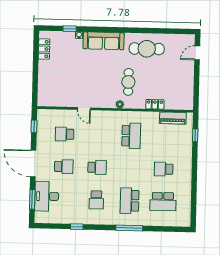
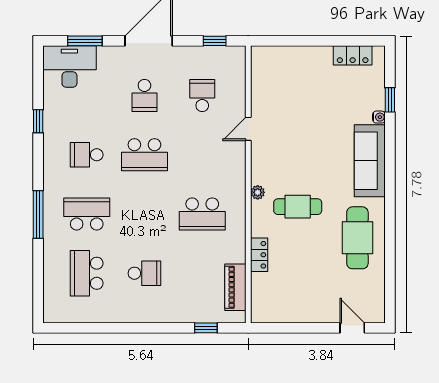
school desk: (97, 167) -> (144, 155), width x1.85
school desk: (164, 169) -> (144, 273), turned 90
desk: (47, 196) -> (69, 67), moved

